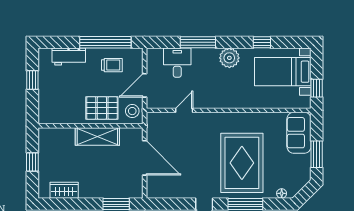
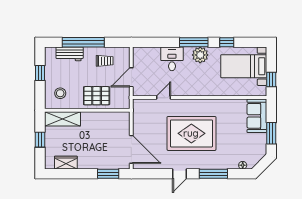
window: (105, 42) -> (83, 42), moved
window: (198, 42) -> (194, 42), moved
desk: (177, 63) -> (172, 59), moved
stool: (132, 111) -> (60, 93), moved
shelving: (97, 136) -> (63, 119), moved
door: (145, 158) -> (131, 149), moved
rug: (242, 163) -> (191, 133), moved, turned 90

